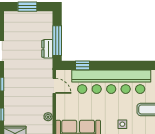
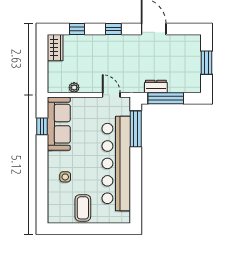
window: (82, 65) -> (136, 129), width x2.17
door: (54, 86) -> (111, 95), swing flipped

